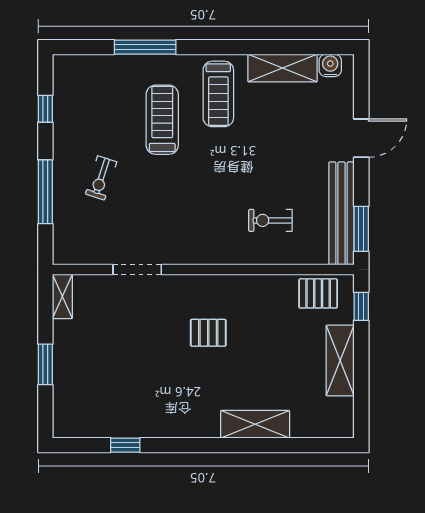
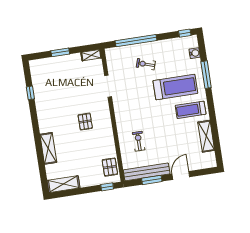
water cooler: (330, 65) -> (195, 53), moved
window: (45, 109) -> (185, 33), moved
treadmill: (162, 120) -> (175, 87), width x1.37, depth x1.38
door: (361, 138) -> (181, 175), swing flipped
window: (45, 192) -> (136, 41), width x1.46
window: (361, 229) -> (152, 180), moved
shelving: (340, 360) -> (63, 184), moved

